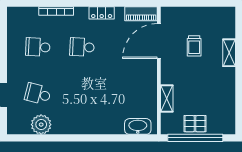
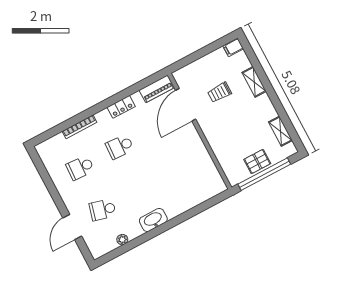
filing cabinet: (227, 13) -> (233, 47), added
trolley: (194, 46) -> (220, 92), turned 90
shelving: (167, 98) -> (280, 131), moved
plant: (41, 125) -> (122, 240), width x0.53, depth x0.53
washbasin: (138, 126) -> (153, 220), moved

